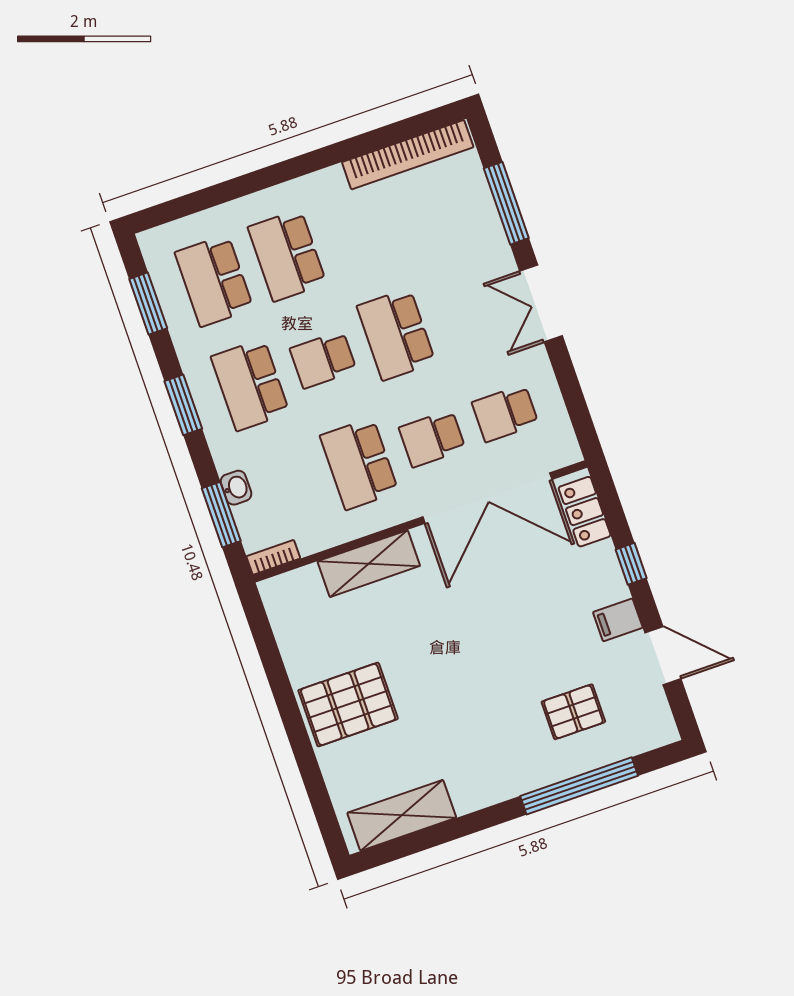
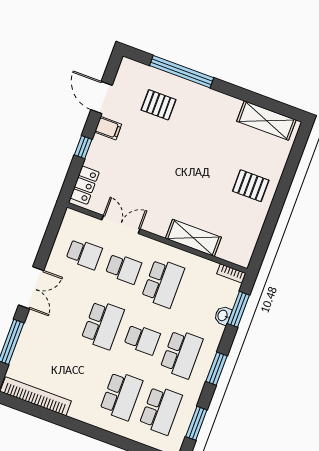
double door: (487, 498) -> (121, 224), width x0.54
pallet: (348, 705) -> (251, 186), width x0.67, depth x0.71

